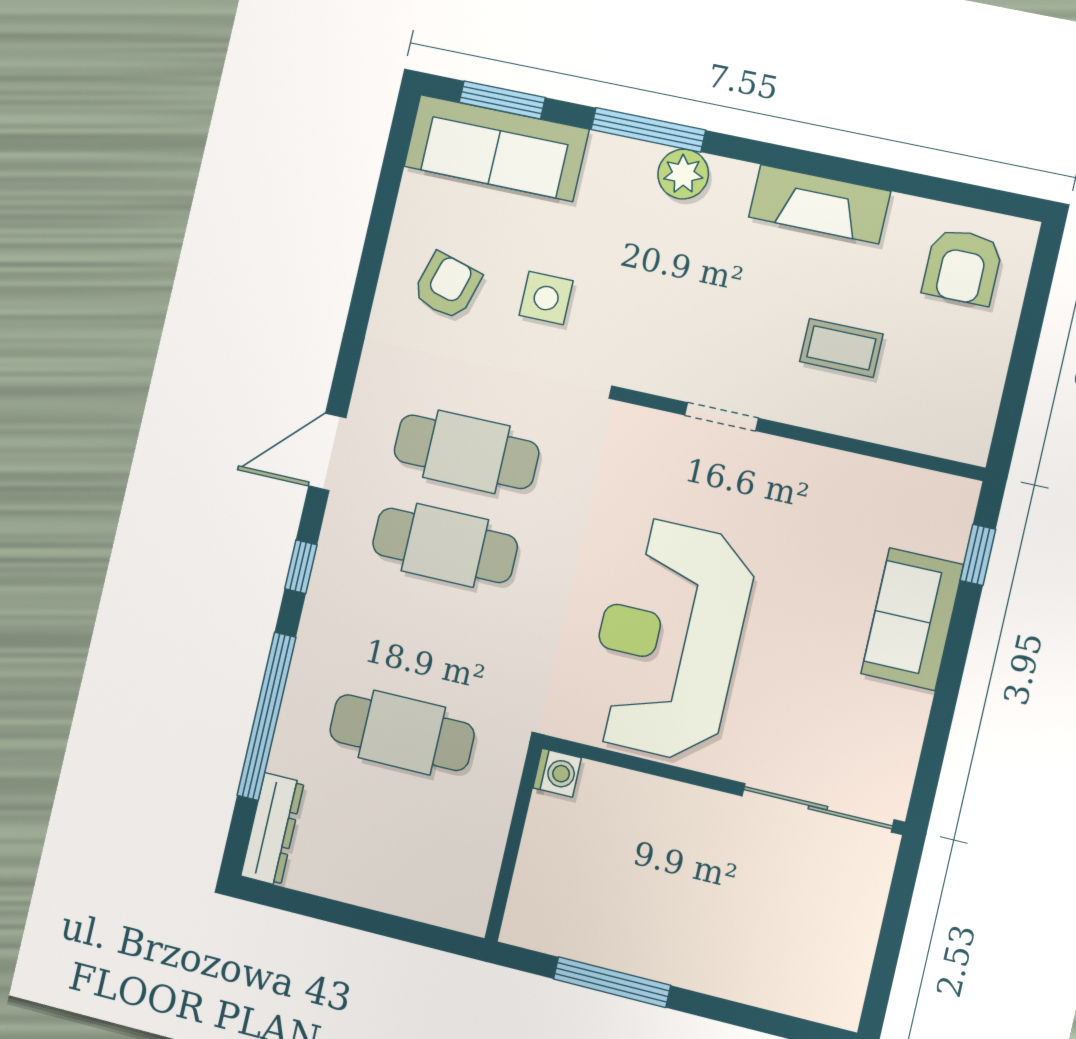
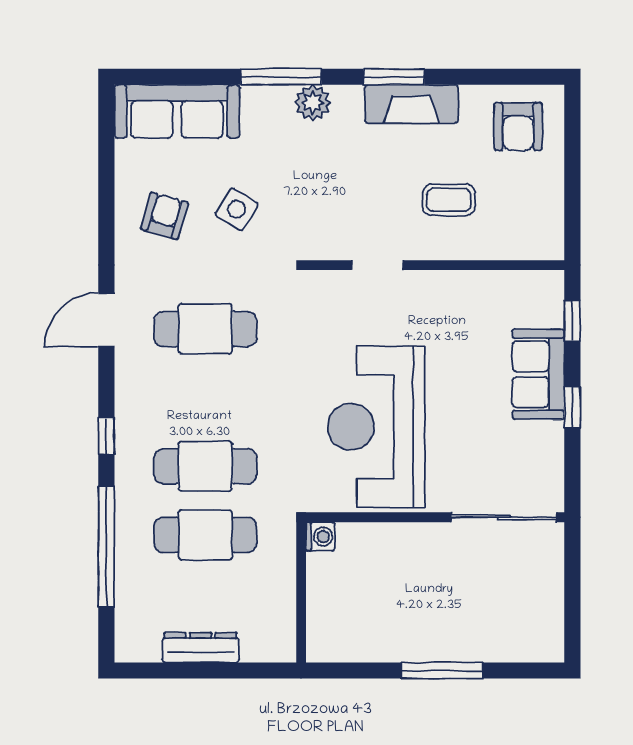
window: (502, 100) -> (394, 77), moved
side table: (546, 298) -> (237, 209), turned 32
door: (327, 452) -> (106, 320), moved
cafe table: (445, 545) -> (205, 466), moved
window: (950, 676) -> (572, 407), added
dresser: (272, 829) -> (200, 648), moved, turned -90
window: (612, 982) -> (442, 671), moved

